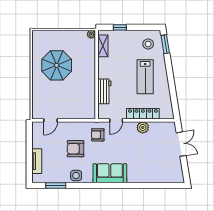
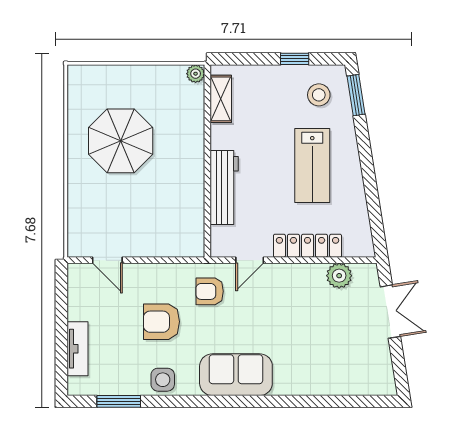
window: (120, 27) -> (295, 59), moved
workbench: (104, 91) -> (224, 187), width x1.38
door: (51, 120) -> (107, 260), hinge flipped
plant: (143, 127) -> (339, 276), moved

